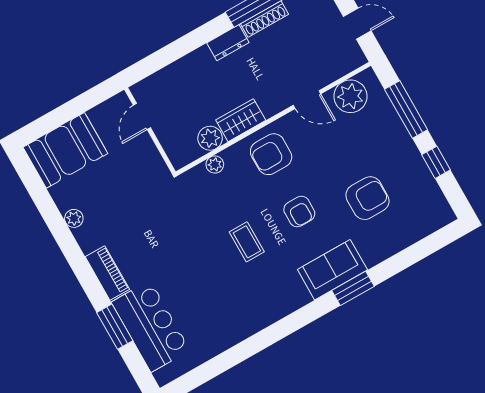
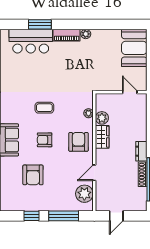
plant: (74, 218) -> (86, 34), moved

